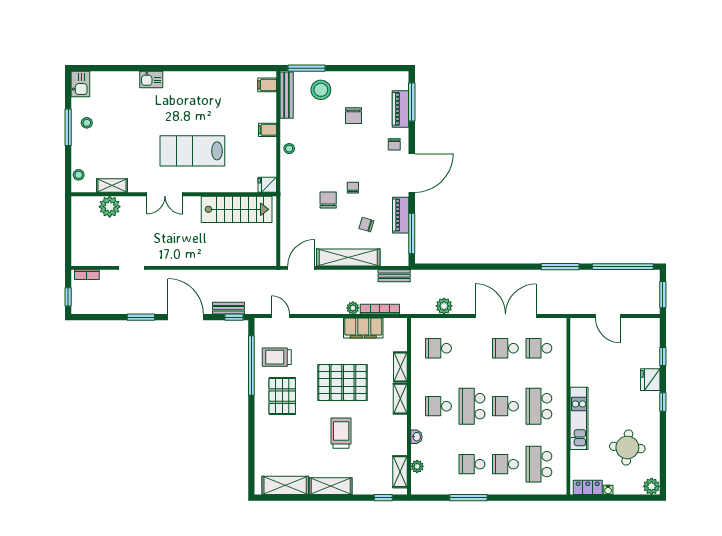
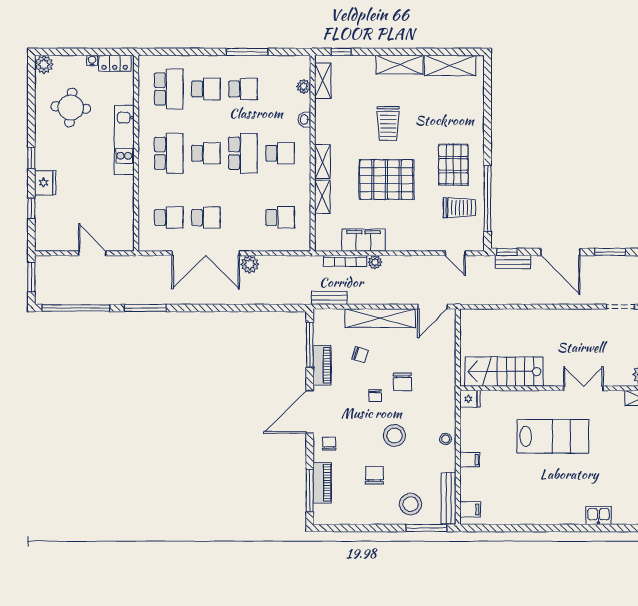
stool: (335, 152) -> (394, 435), added
plant: (444, 306) -> (250, 264), moved

